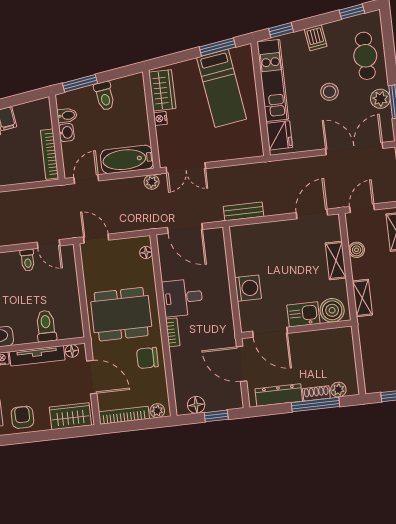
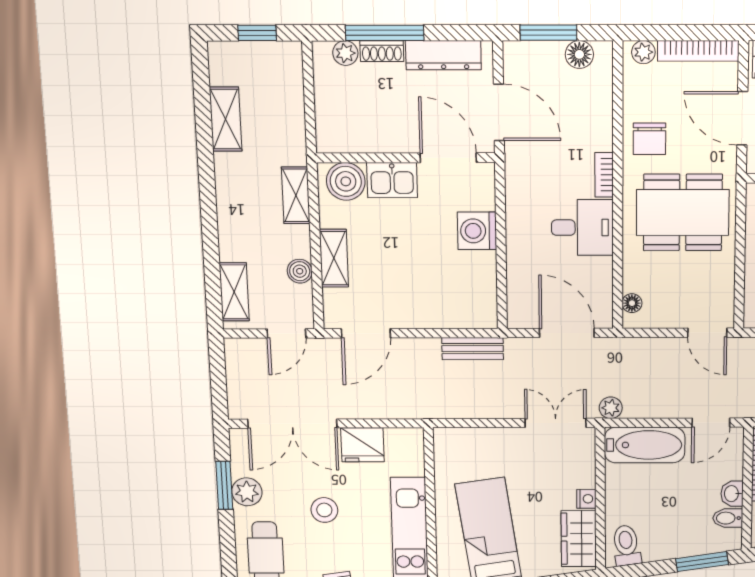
toilet: (105, 96) -> (626, 545), moved
fridge: (279, 135) -> (362, 445), moved, turned -90
chair: (147, 358) -> (649, 139), turned 90
window: (216, 416) -> (548, 33), width x1.50

